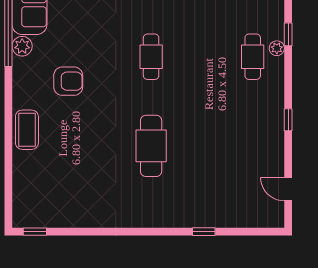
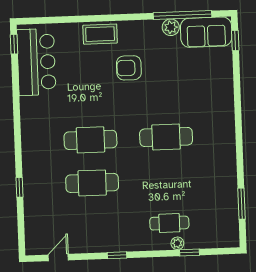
cafe table: (151, 57) -> (166, 137), width x1.37, depth x1.35
armchair: (68, 81) -> (129, 68), moved, turned 90
cafe table: (202, 146) -> (92, 183), added
bar counter: (57, 206) -> (36, 62), added

